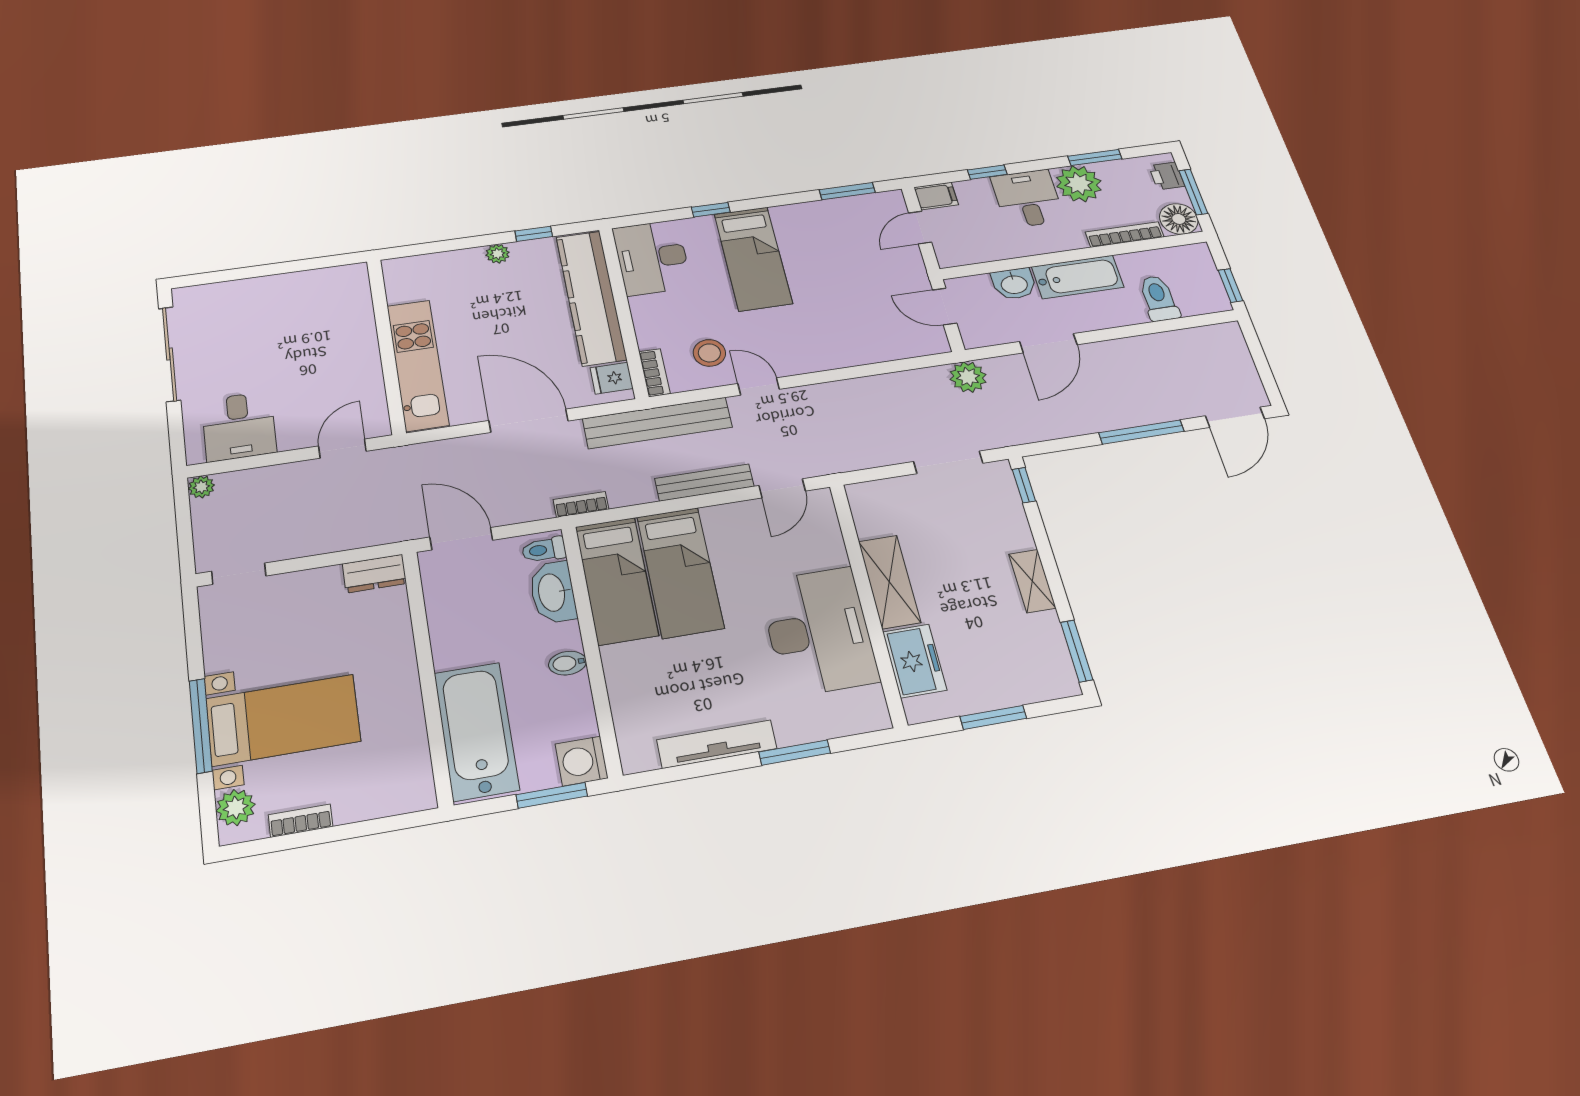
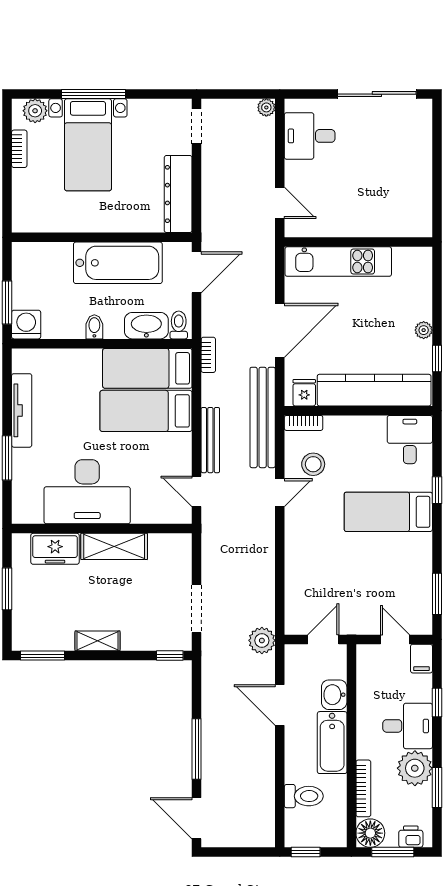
desk: (652, 258) -> (410, 440), width x0.73
dresser: (374, 574) -> (178, 194), width x1.96, depth x1.24
bathtub: (476, 731) -> (118, 263), moved

